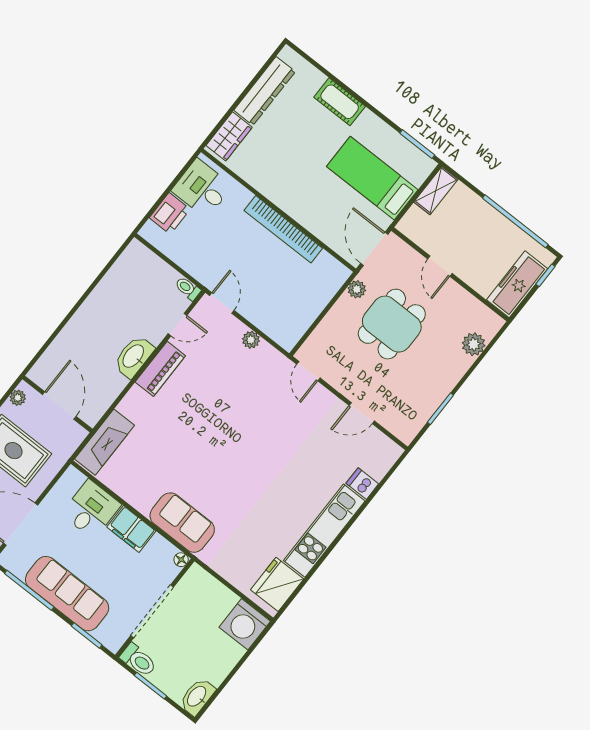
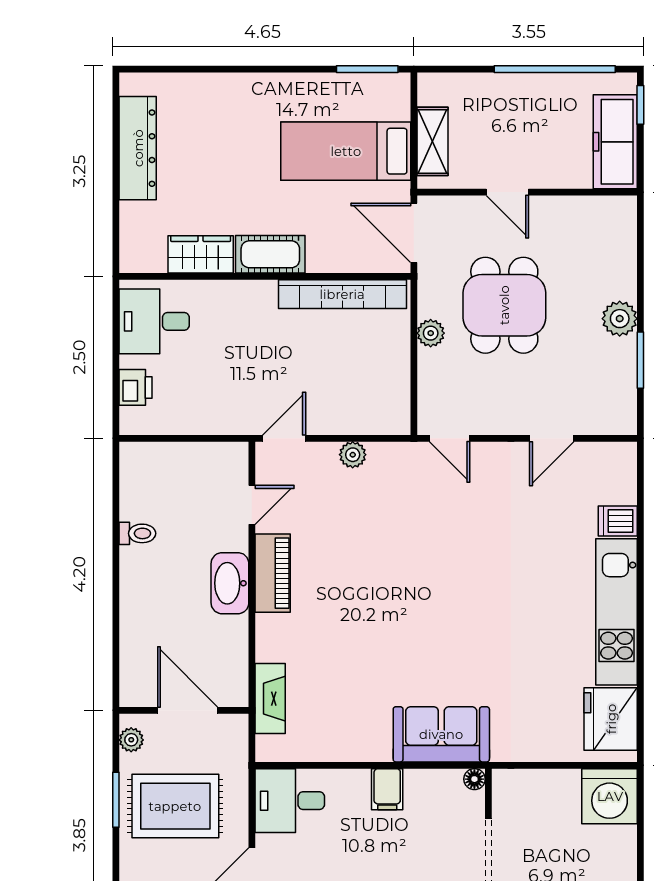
cot: (340, 102) -> (270, 254), moved
wardrobe: (229, 136) -> (201, 254), moved, turned -90
shelving: (436, 191) -> (432, 141), moved
printer: (170, 213) -> (135, 387), width x0.73, depth x0.81
bookcase: (283, 229) -> (342, 294), moved
toilet: (188, 288) -> (137, 533), moved, turned 180
plant: (357, 289) -> (431, 333), moved
door: (222, 303) -> (284, 438), hinge flipped
plant: (474, 344) -> (620, 319), moved
fireplace: (105, 442) -> (270, 699), width x0.73, depth x0.76
desk: (91, 509) -> (290, 801), moved, turned -90
filing cabinet: (131, 529) -> (387, 789), width x0.50

